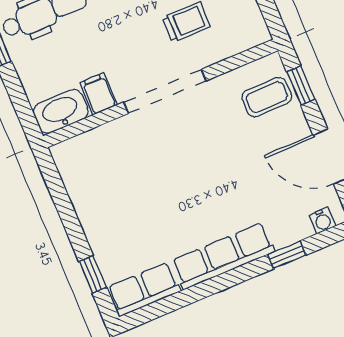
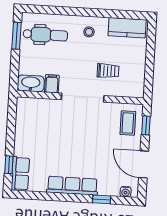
coffee table: (267, 97) -> (128, 123), turned 90
row of seats: (144, 289) -> (20, 174), moved, turned 90

